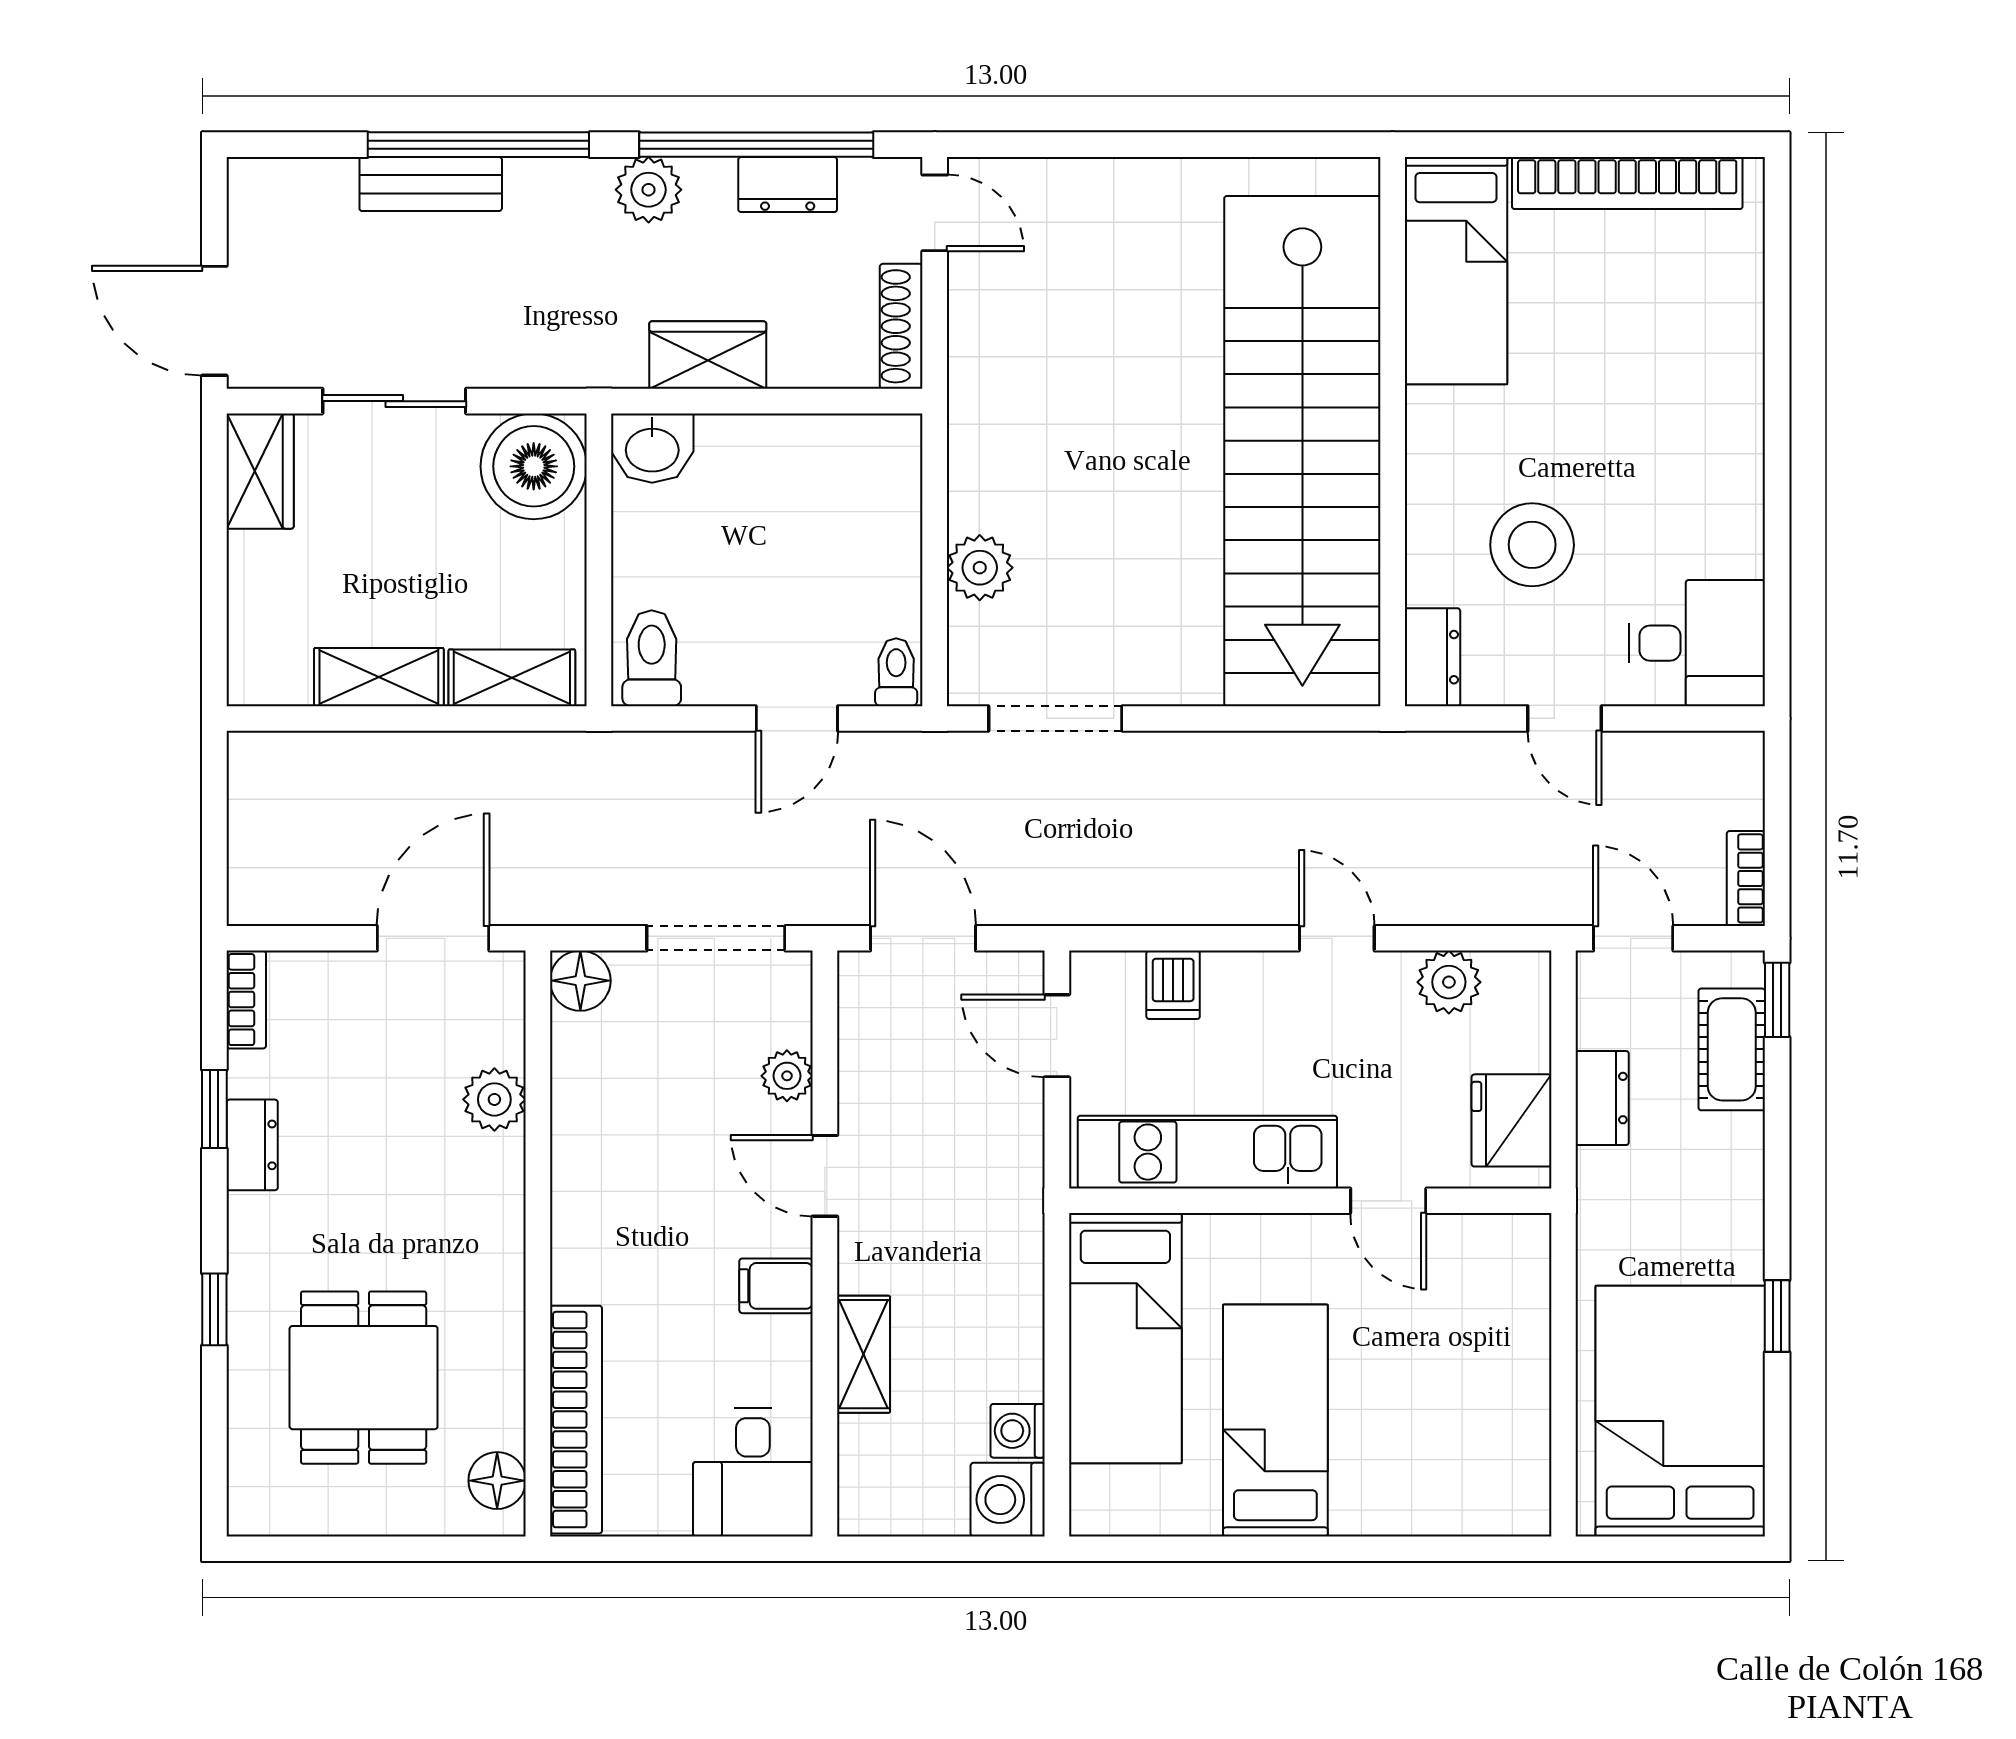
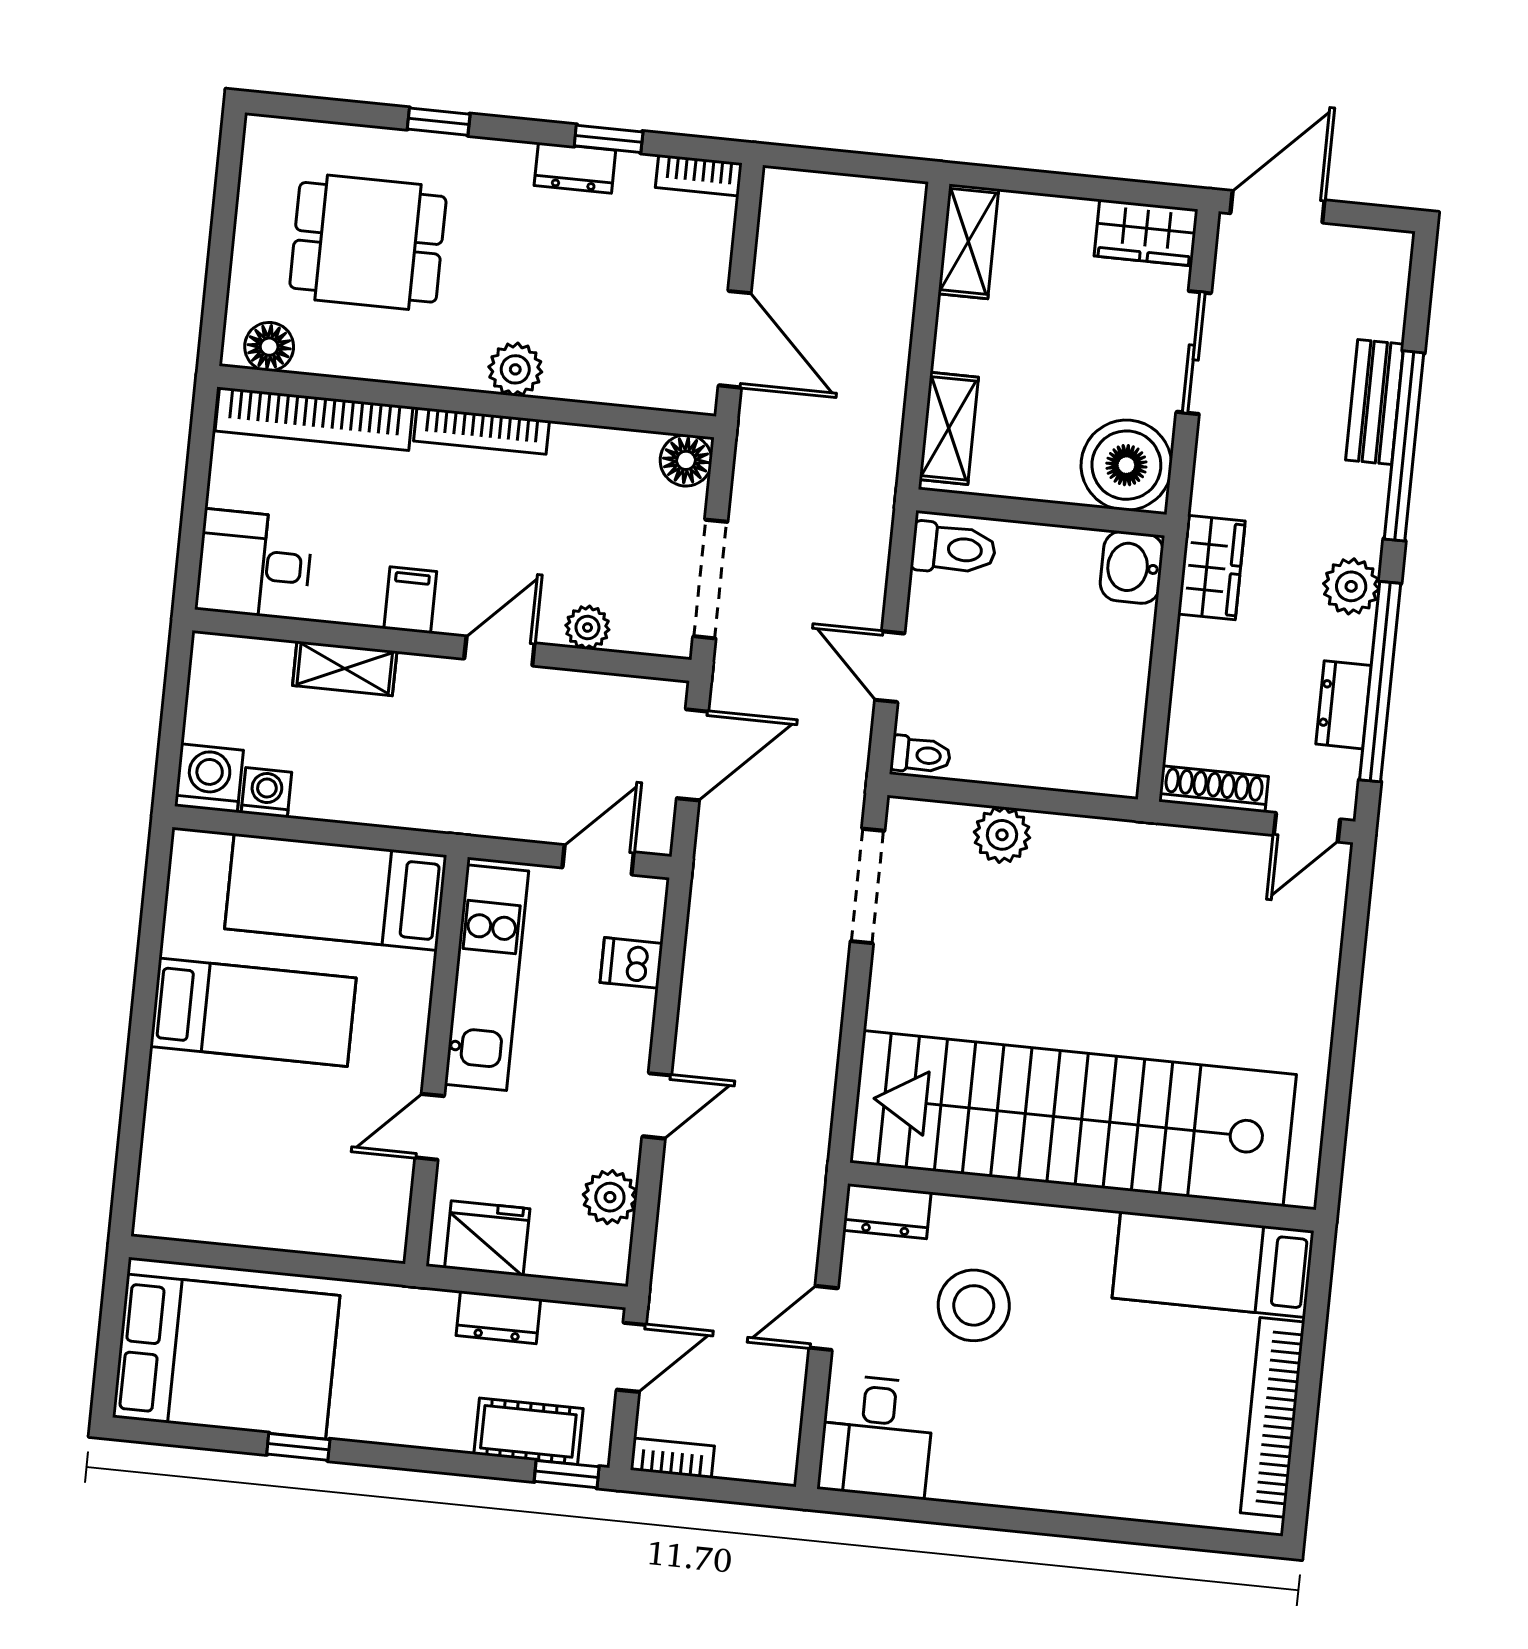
wardrobe: (708, 355) -> (1211, 568), moved
shelving: (379, 677) -> (968, 241), moved
plant: (494, 1099) -> (515, 369), moved
bookcase: (570, 1223) -> (482, 431), added

